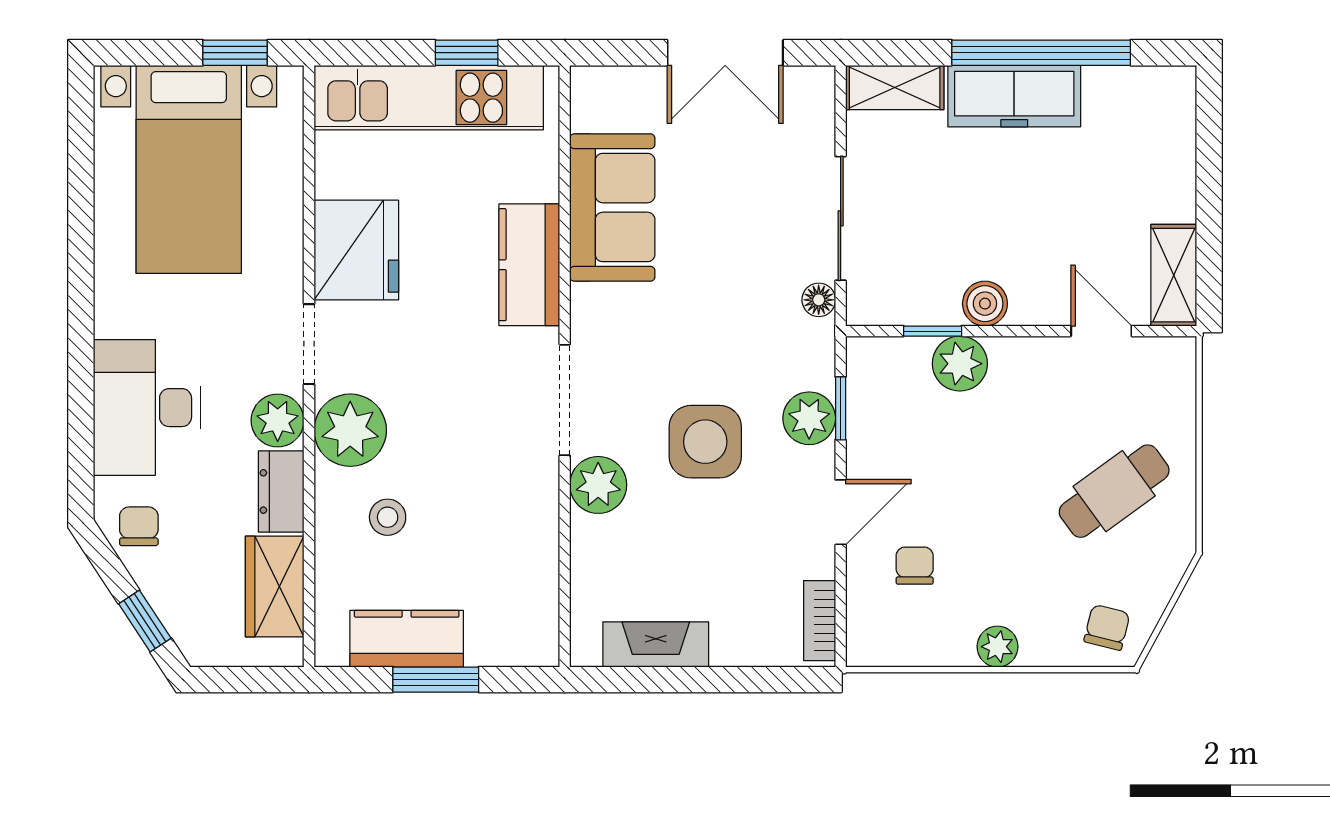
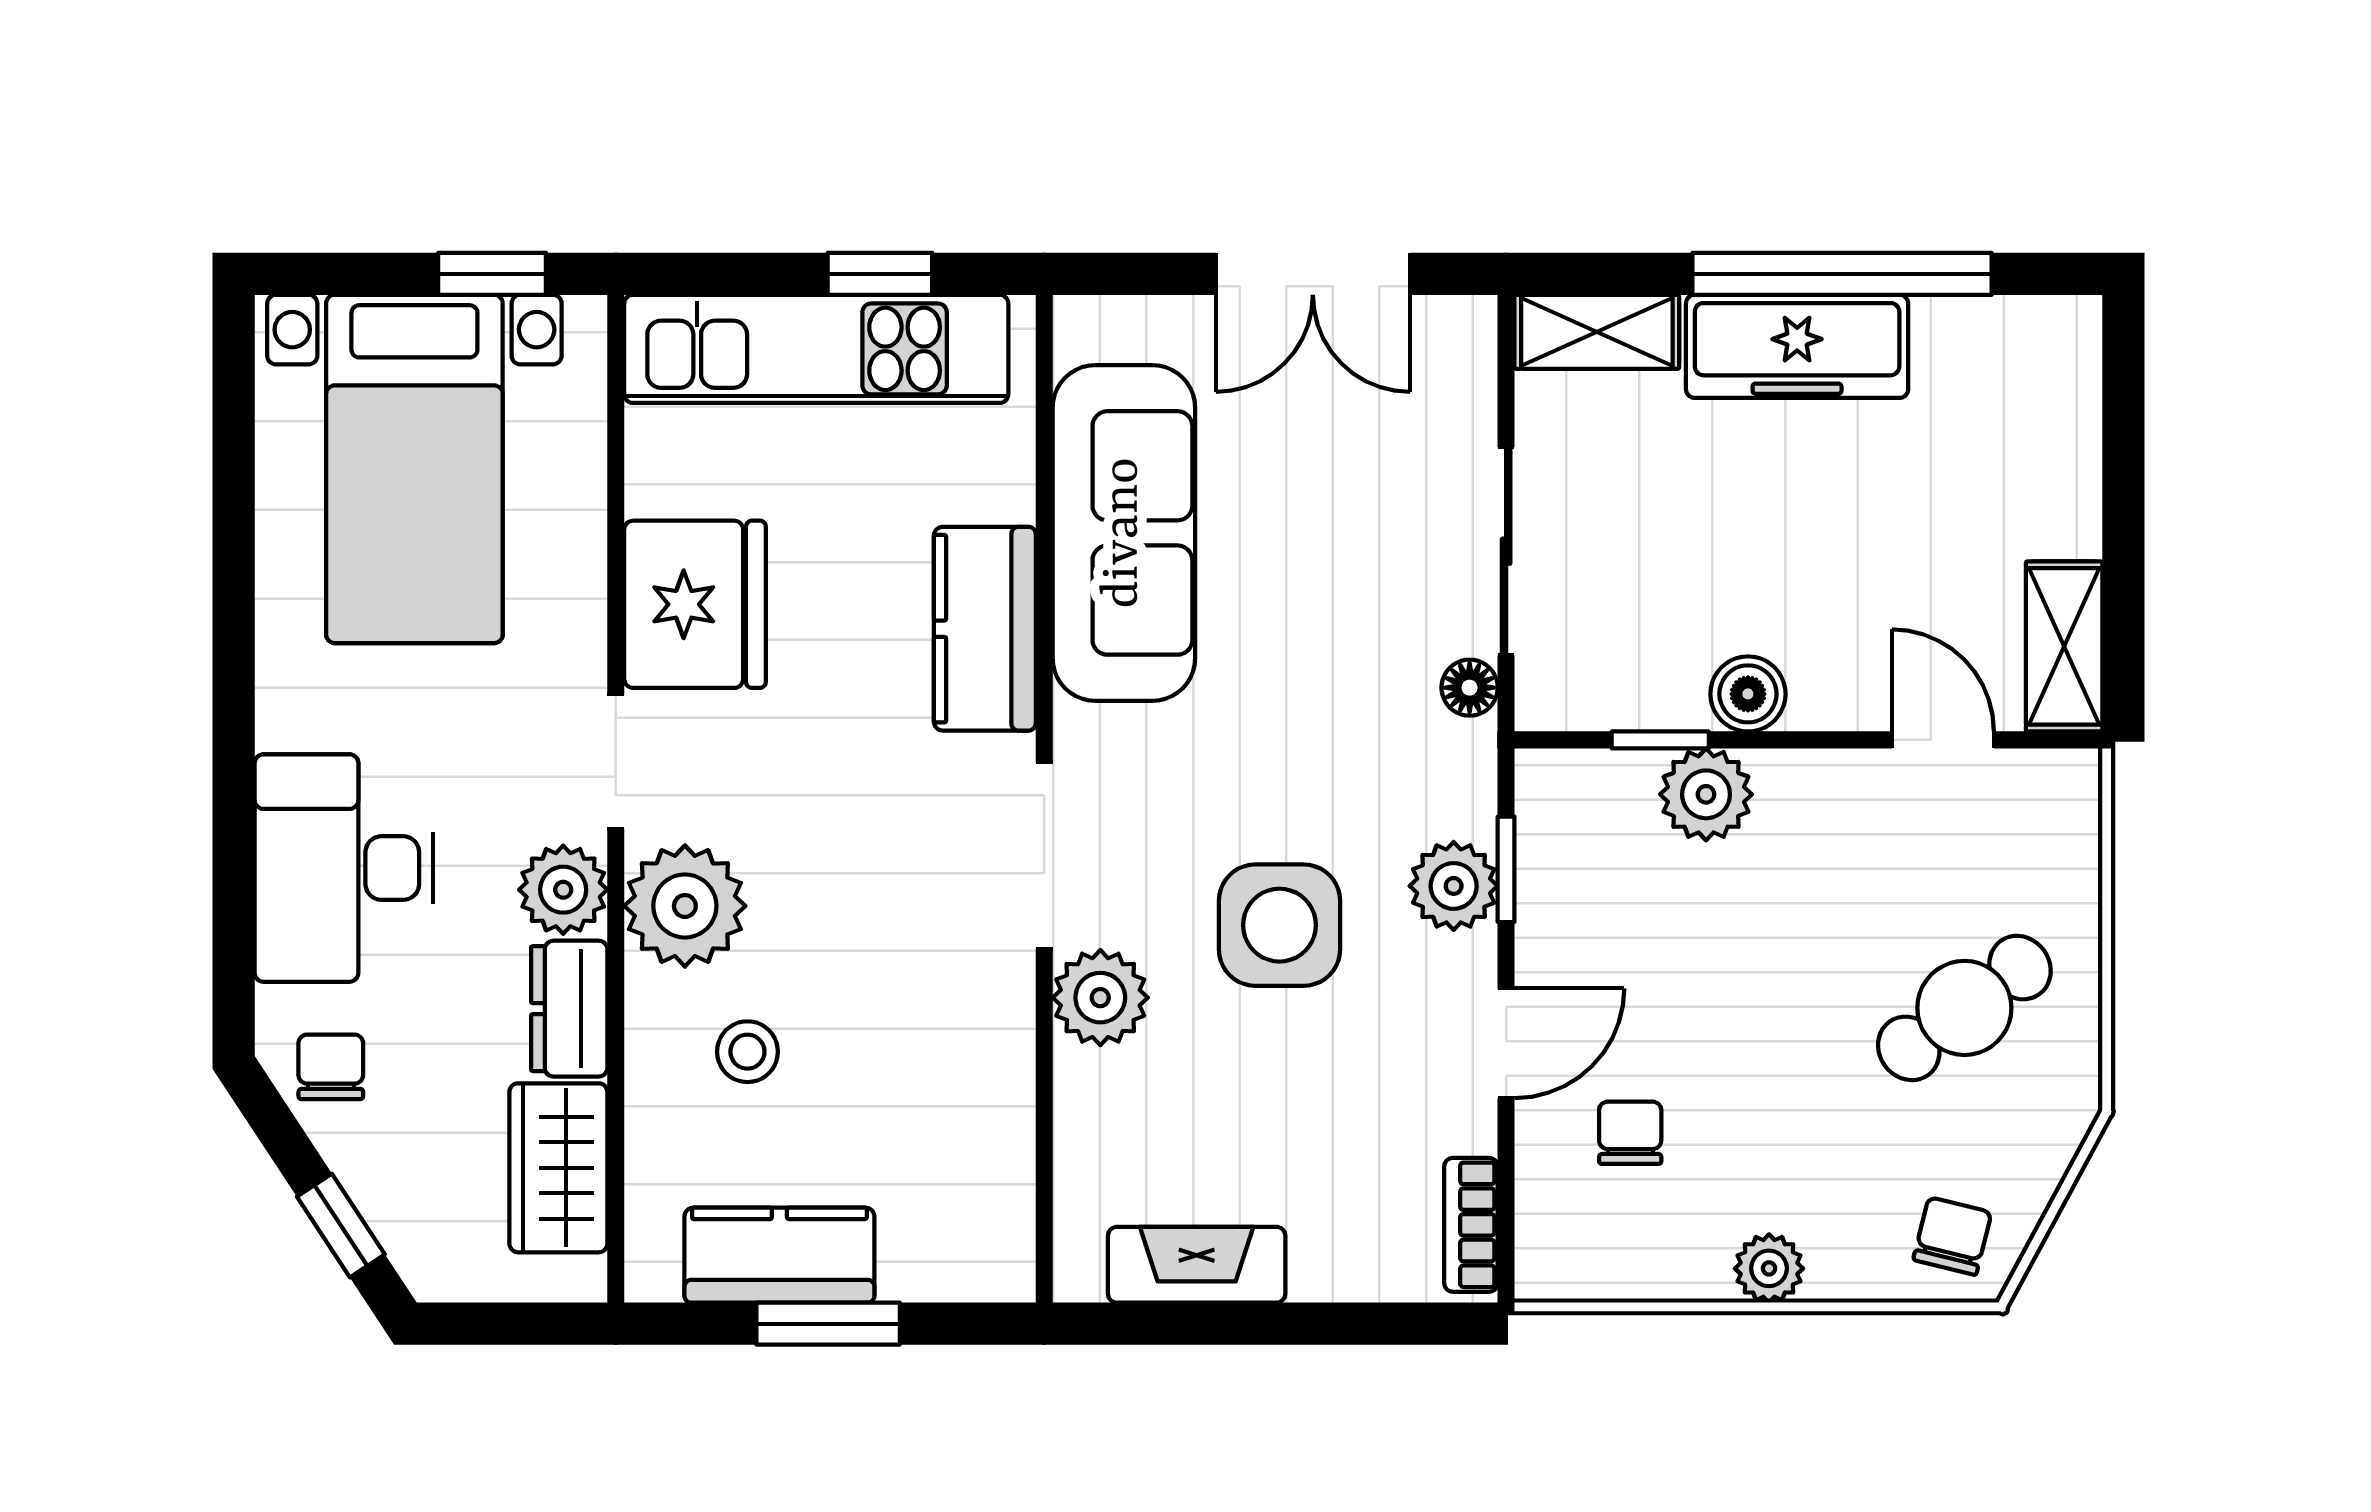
sofa: (612, 208) -> (1124, 533), width x1.36

